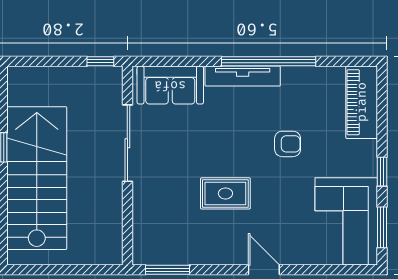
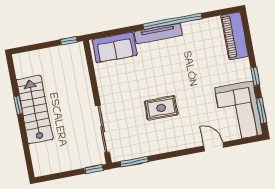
sliding door: (127, 143) -> (103, 129), moved
armchair: (288, 144) -> (194, 70), removed
stairs: (37, 178) -> (35, 110), width x0.73, depth x0.66
window: (102, 270) -> (94, 169), added
door: (264, 270) -> (214, 147), moved

